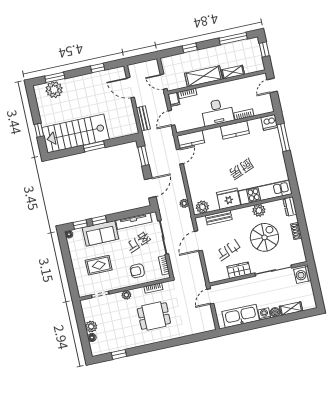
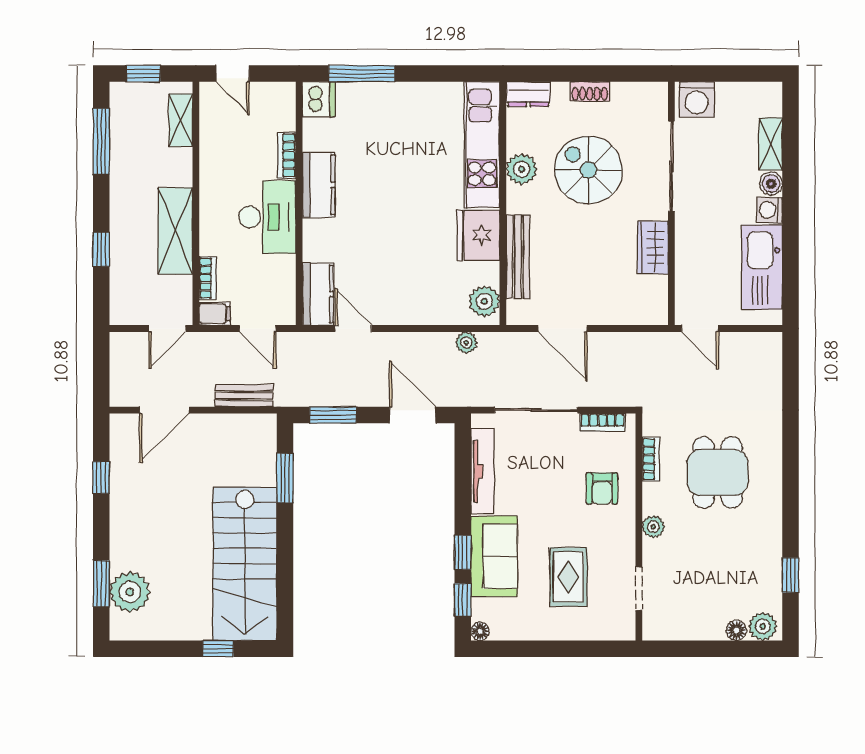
shelving: (233, 72) -> (181, 120), moved
window: (94, 146) -> (285, 478), moved
bench: (219, 218) -> (518, 257), width x1.36
plant: (91, 327) -> (763, 626), moved

